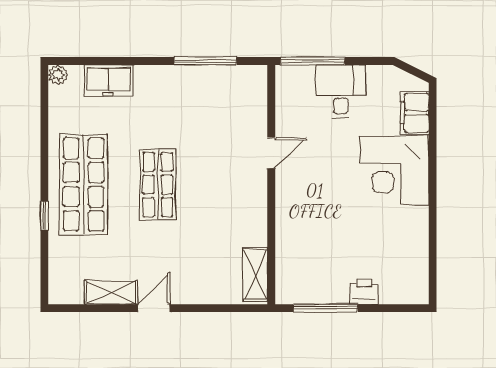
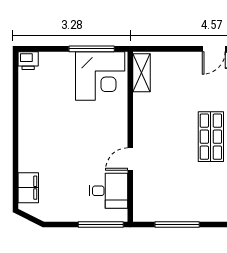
desk: (341, 92) -> (108, 191), moved, turned -90
corner desk: (394, 170) -> (100, 76), moved, turned 90
printer: (364, 291) -> (28, 61), moved

